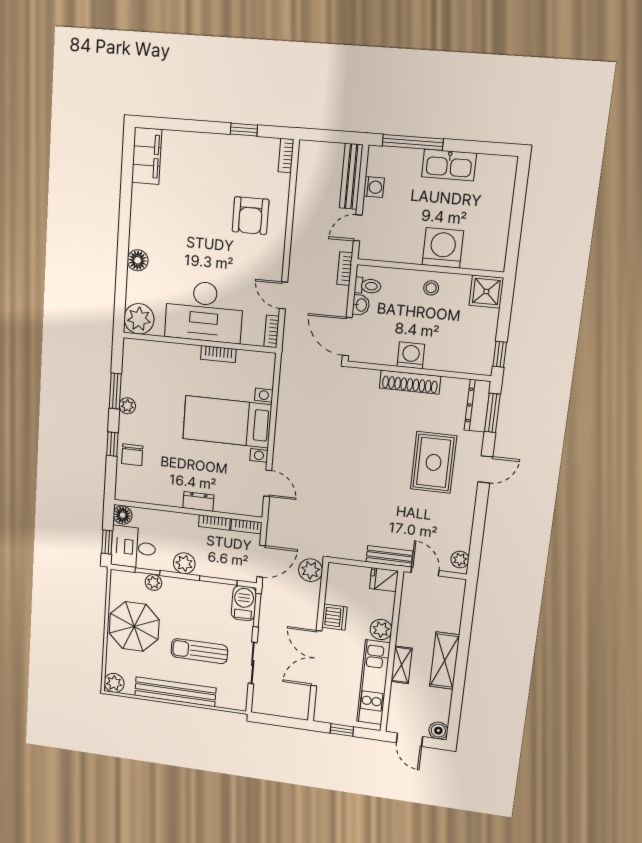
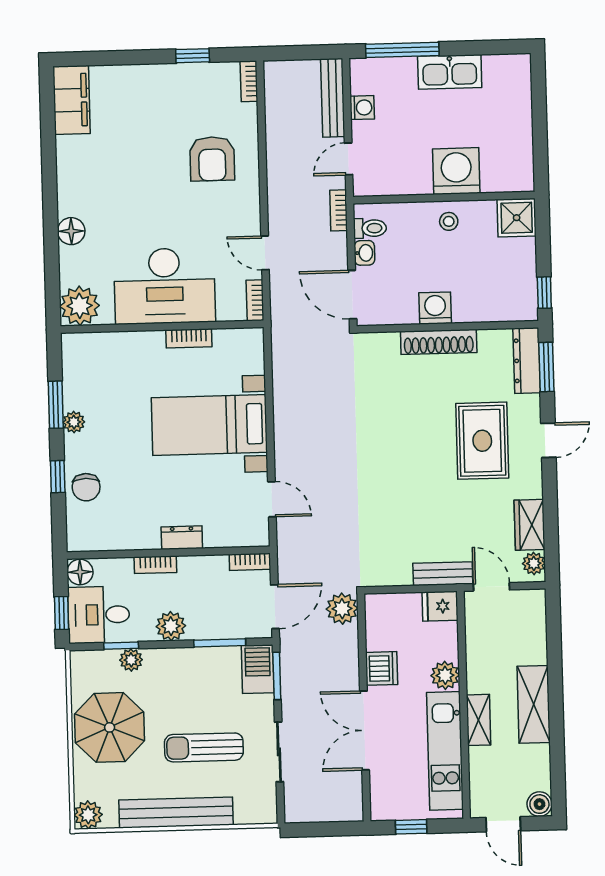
bookcase: (214, 523) -> (155, 565), moved
wardrobe: (461, 531) -> (529, 525), added

